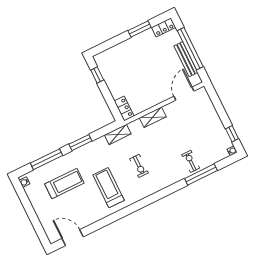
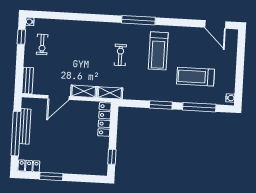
door: (184, 94) -> (58, 97), moved
bench: (206, 99) -> (28, 81), added
locker: (124, 109) -> (104, 119), width x1.53
shelving: (118, 134) -> (110, 93), moved
exercise bike: (191, 161) -> (42, 44), moved
window: (201, 174) -> (138, 20), moved

